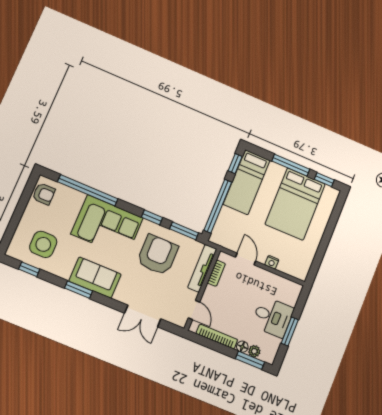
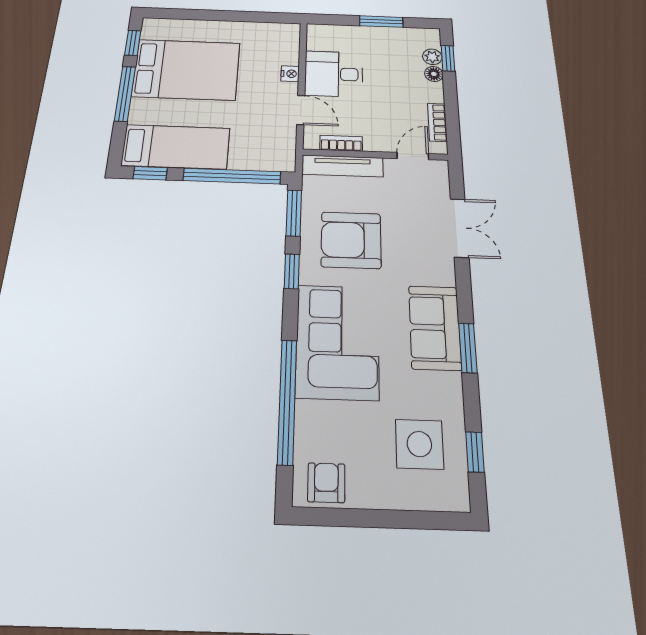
door: (246, 259) -> (301, 110), swing flipped
desk: (273, 317) -> (334, 74), moved, turned -90
bookcase: (217, 337) -> (437, 122), width x0.64
window: (250, 360) -> (448, 58), width x0.67

